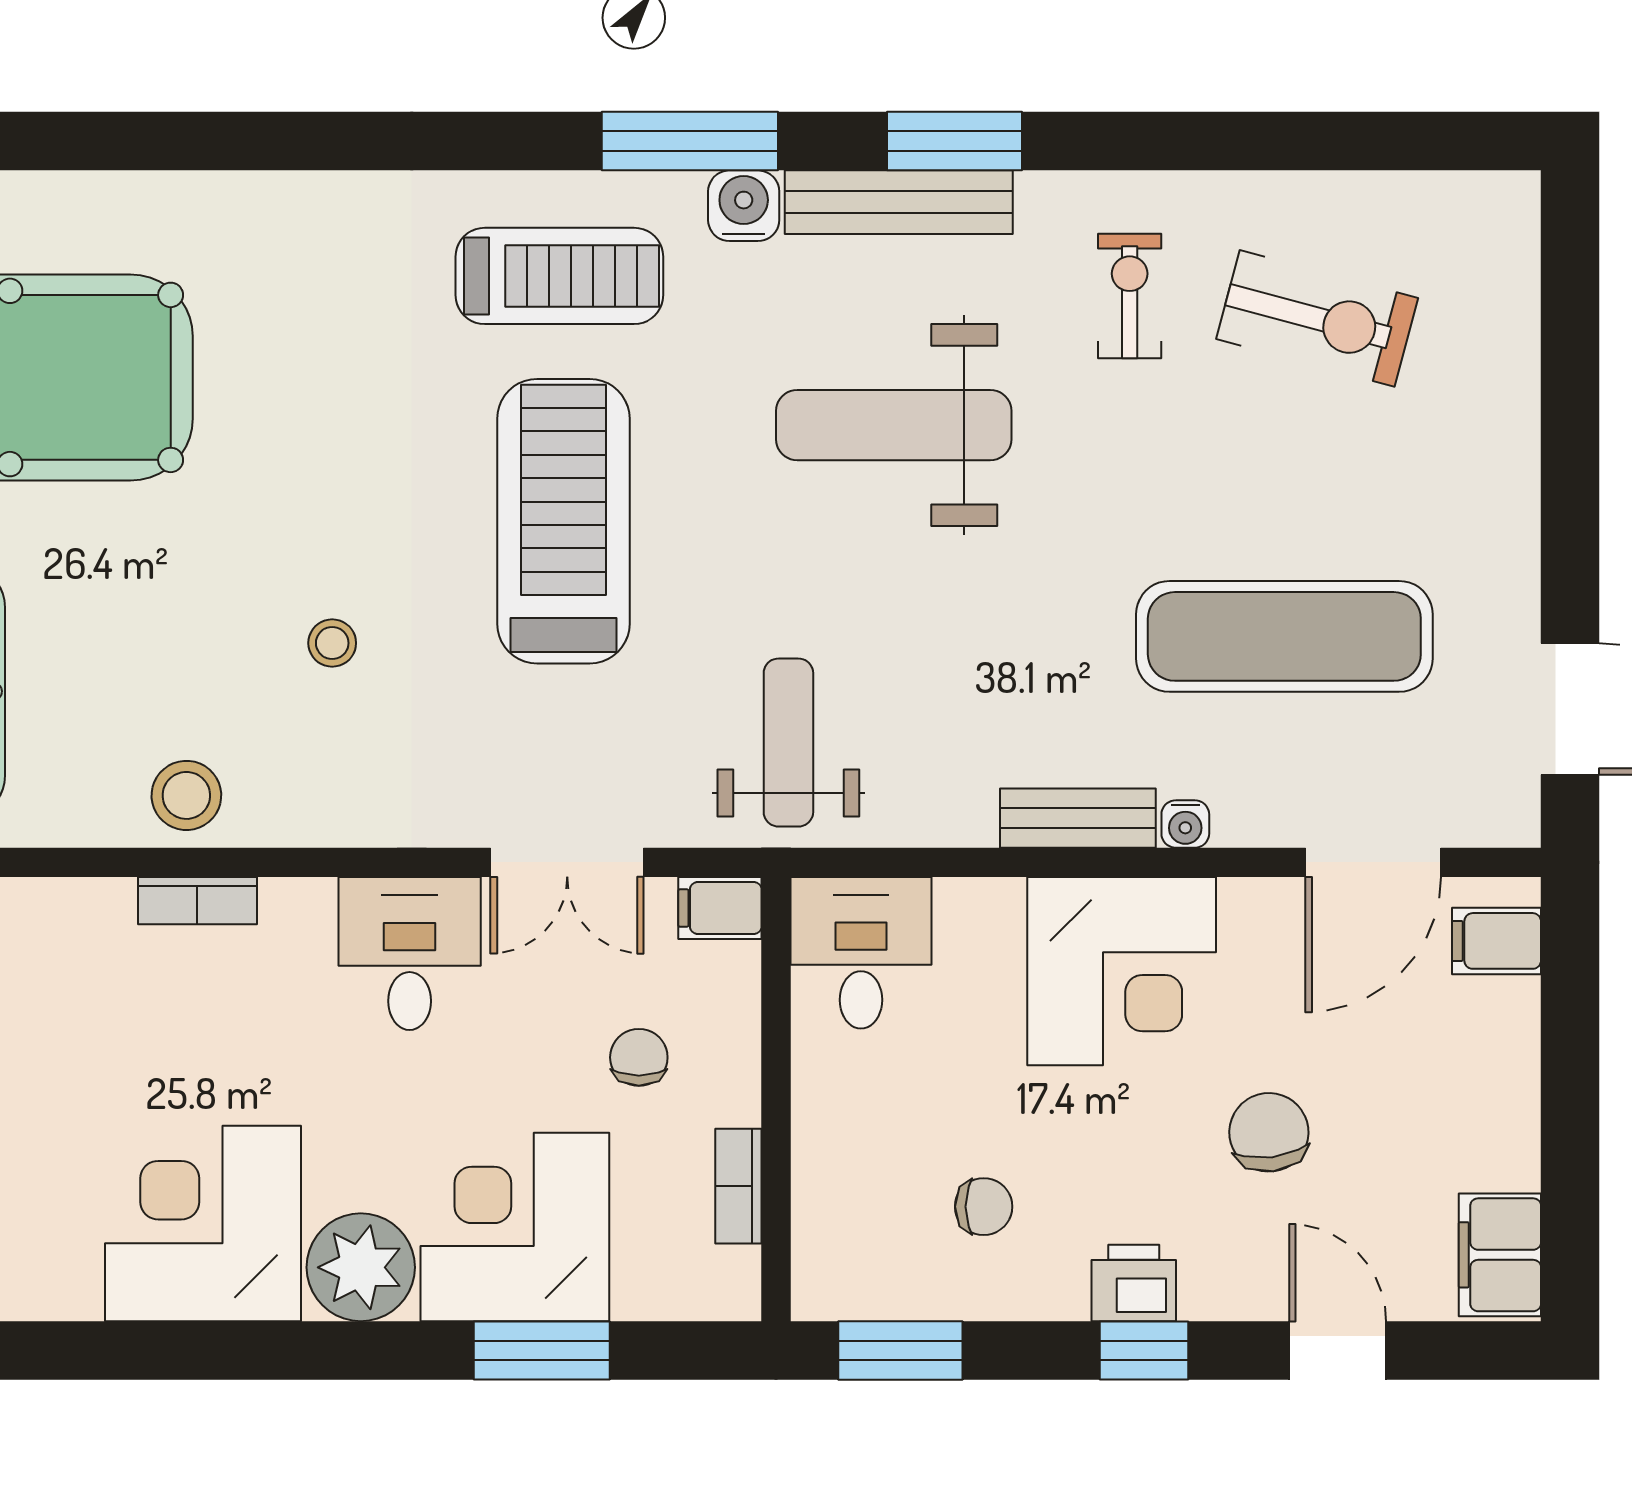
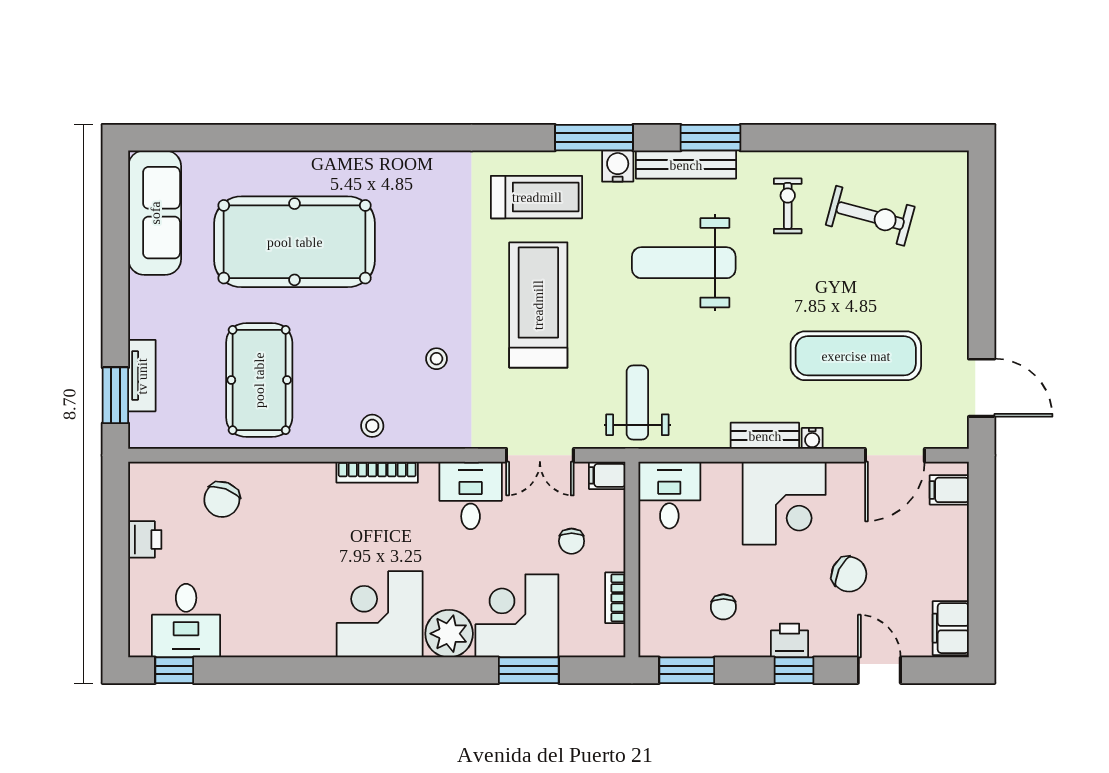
stool: (186, 795) -> (372, 426), width x0.73, depth x0.73
bookcase: (197, 901) -> (377, 472), width x1.56
chair: (639, 1057) -> (572, 541), turned 180
chair: (1269, 1132) -> (849, 574), turned 123
chair: (984, 1207) -> (723, 607), turned 90

